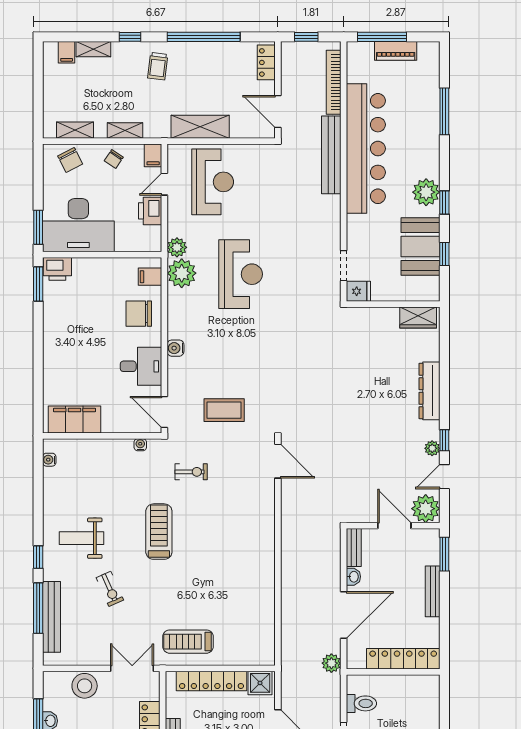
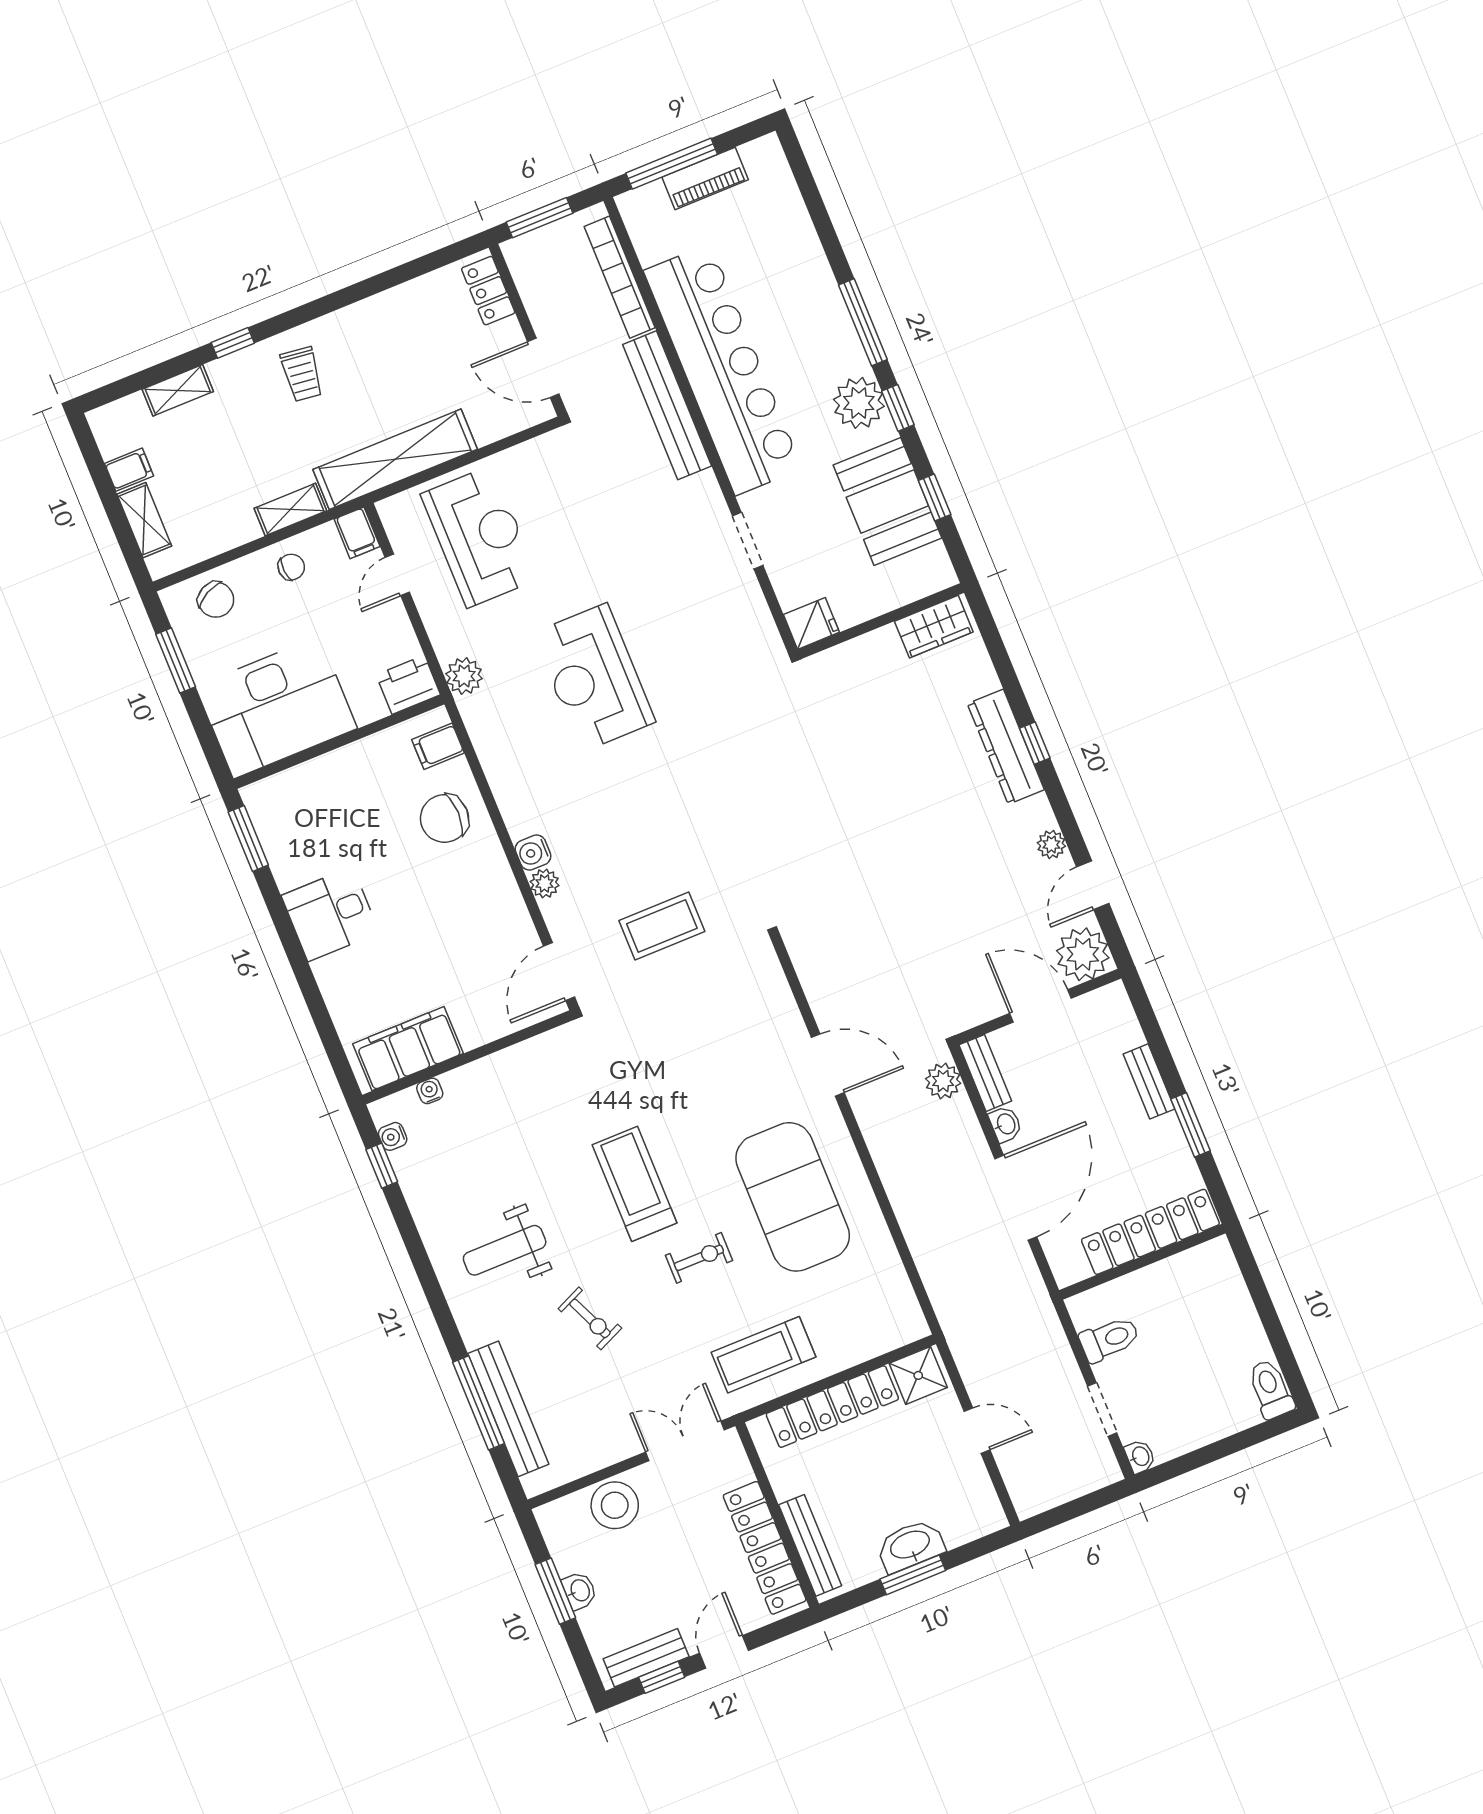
window: (204, 37) -> (361, 290), removed
window: (306, 37) -> (540, 218), width x1.50
filing cabinet: (67, 52) -> (129, 470), moved, turned -90
window: (444, 111) -> (863, 322), moved
shelving: (200, 127) -> (395, 459), width x1.47
shelving: (75, 130) -> (144, 520), moved, turned 90
chair: (114, 159) -> (291, 567), turned -128
printer: (150, 211) -> (408, 685), moved, turned 90
window: (38, 227) -> (176, 660), moved
doorway: (344, 266) -> (748, 541), moved
printer: (57, 269) -> (271, 799), removed
plant: (182, 273) -> (545, 884), moved, width x0.53, depth x0.53
reception desk: (241, 274) -> (594, 678), turned 180
desk: (141, 366) -> (330, 914), moved, turned 180
door: (164, 412) -> (559, 972), hinge flipped
window: (444, 440) -> (1035, 743), moved
water cooler: (140, 445) -> (430, 1091), moved
door: (278, 461) -> (828, 1065), moved
exercise bike: (191, 472) -> (699, 1258), moved
window: (444, 554) -> (1191, 1125), moved
window: (38, 557) -> (382, 1166), moved
exercise mat: (234, 570) -> (793, 1197), added
bench: (433, 591) -> (1149, 1081), width x0.73
plant: (331, 663) -> (943, 1081), moved

